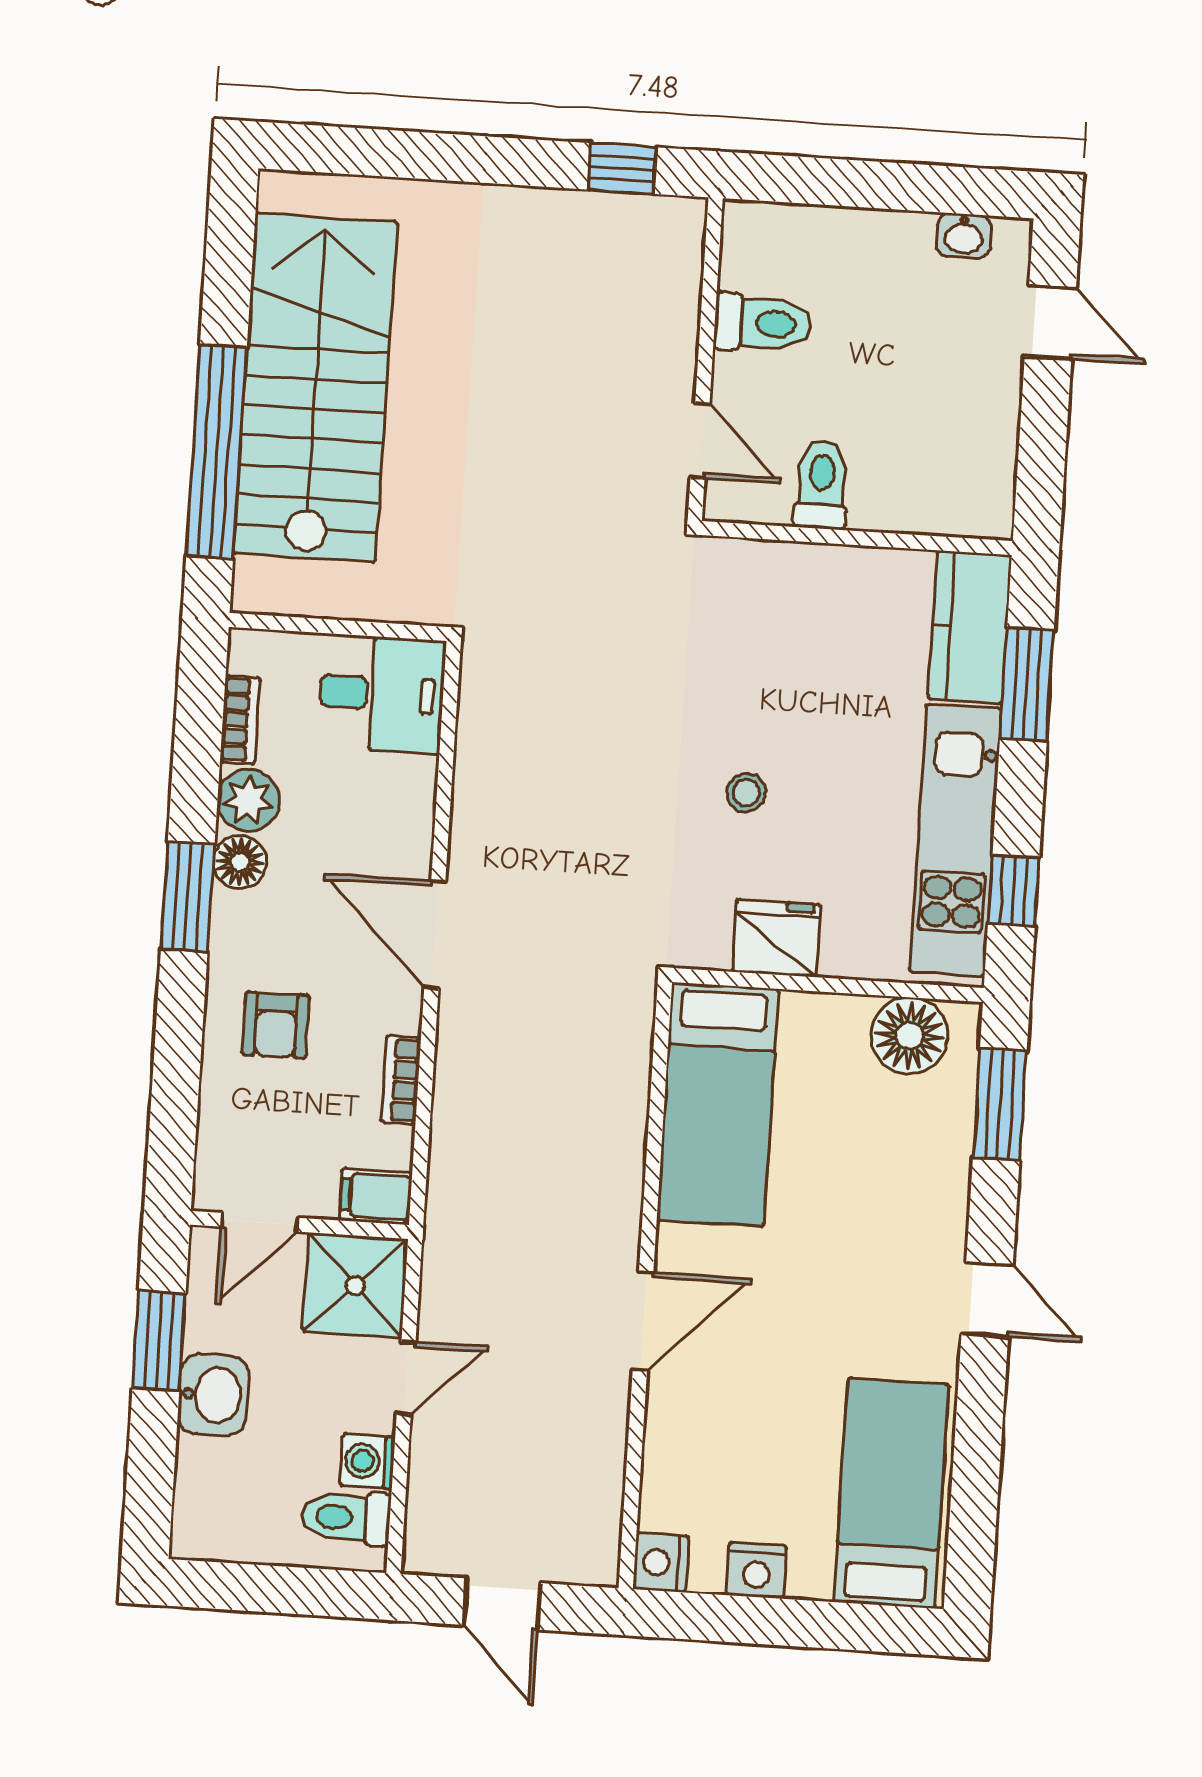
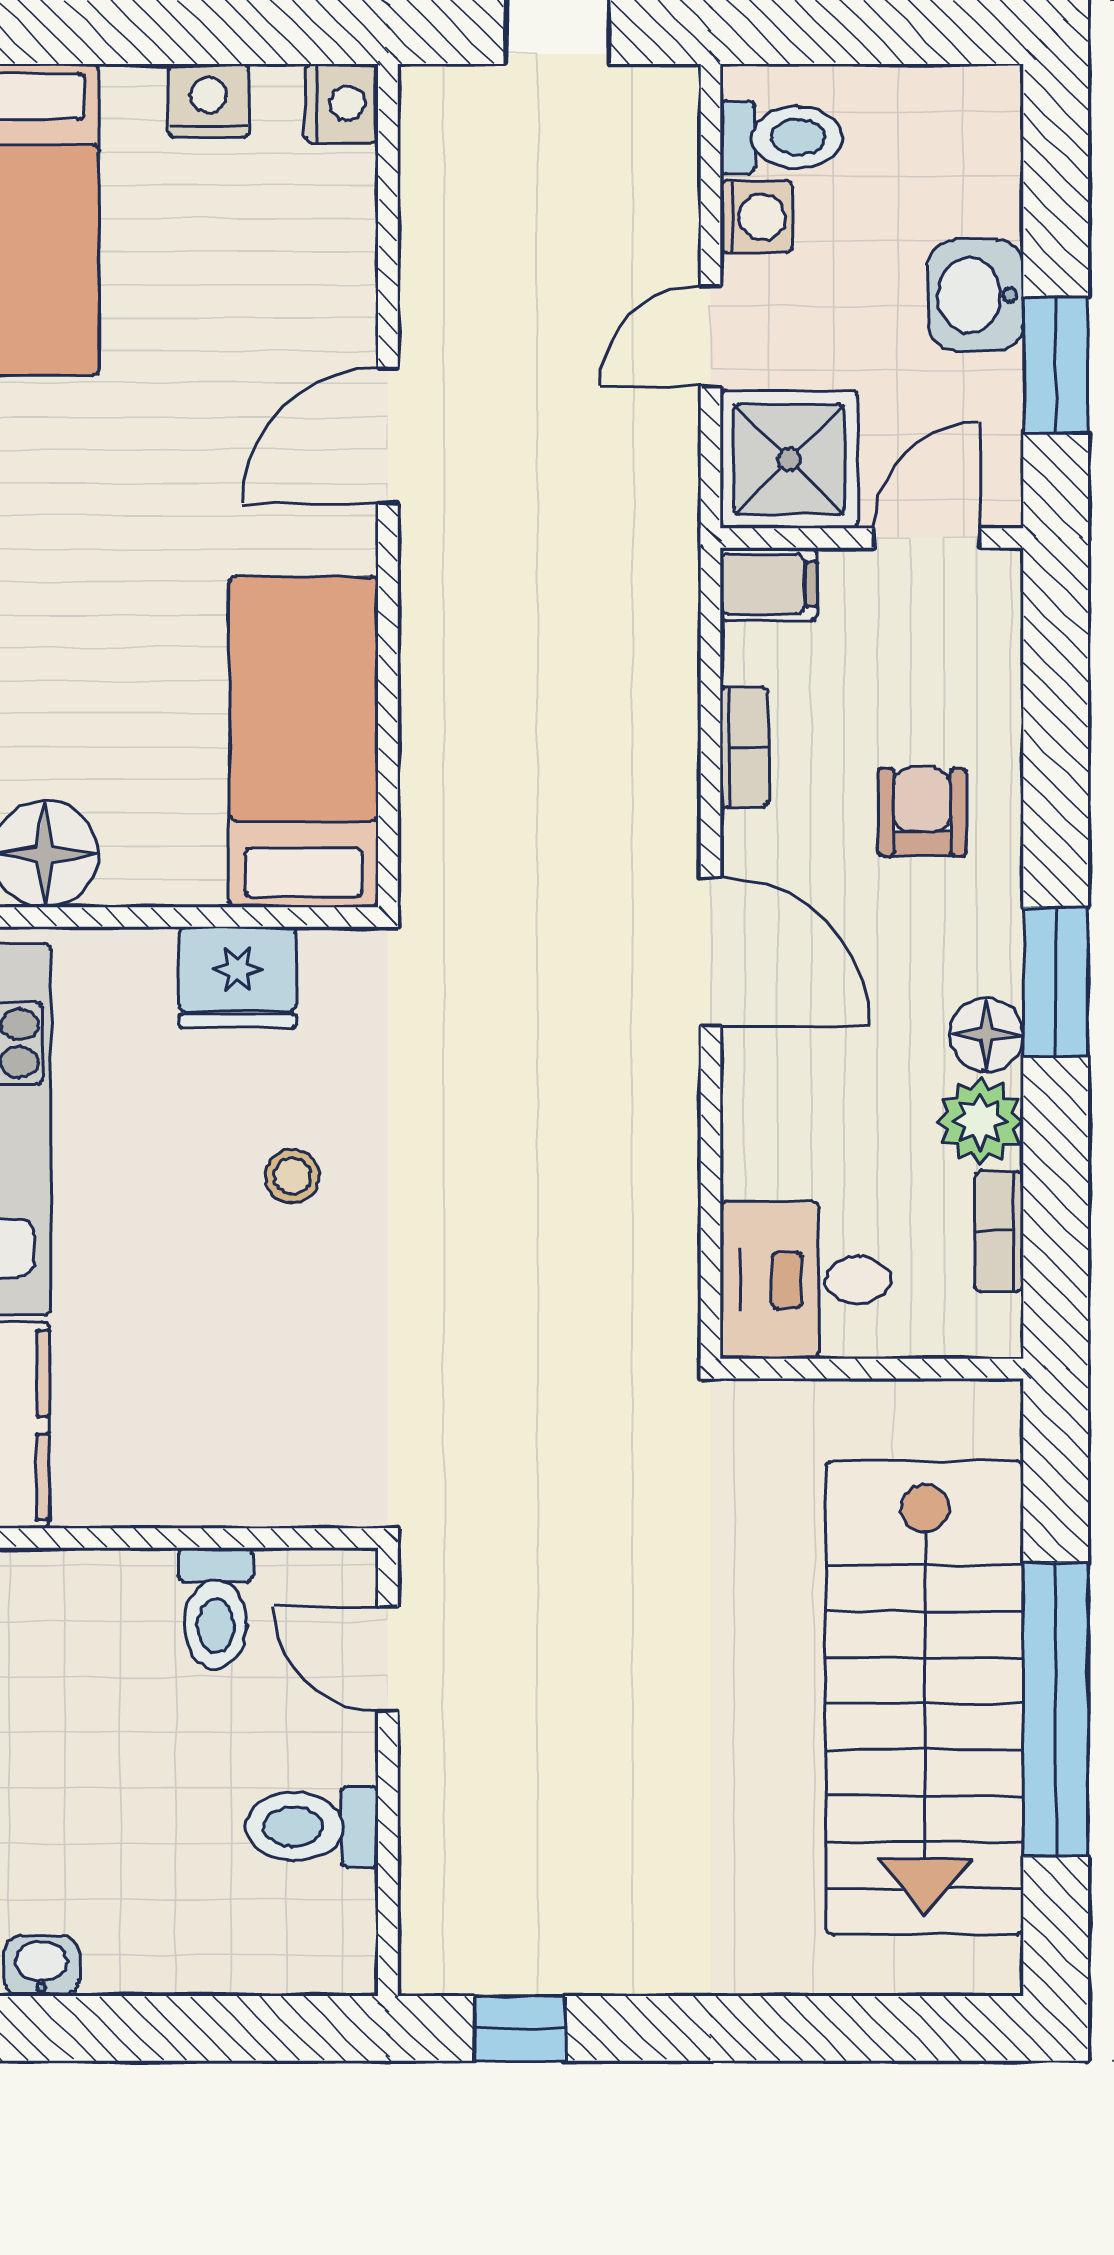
window: (217, 452) -> (1056, 1710), moved

